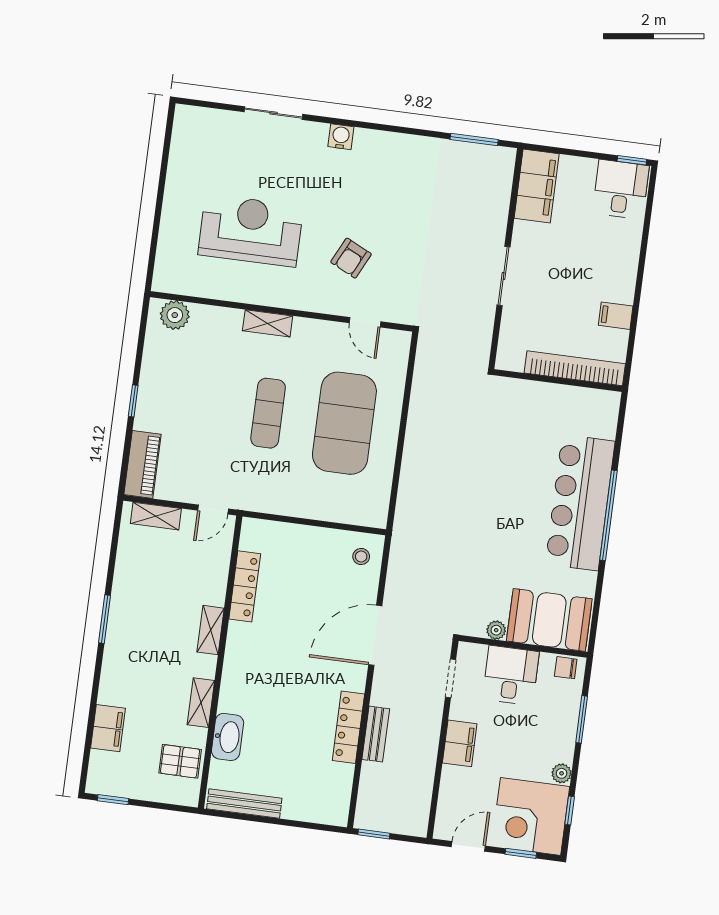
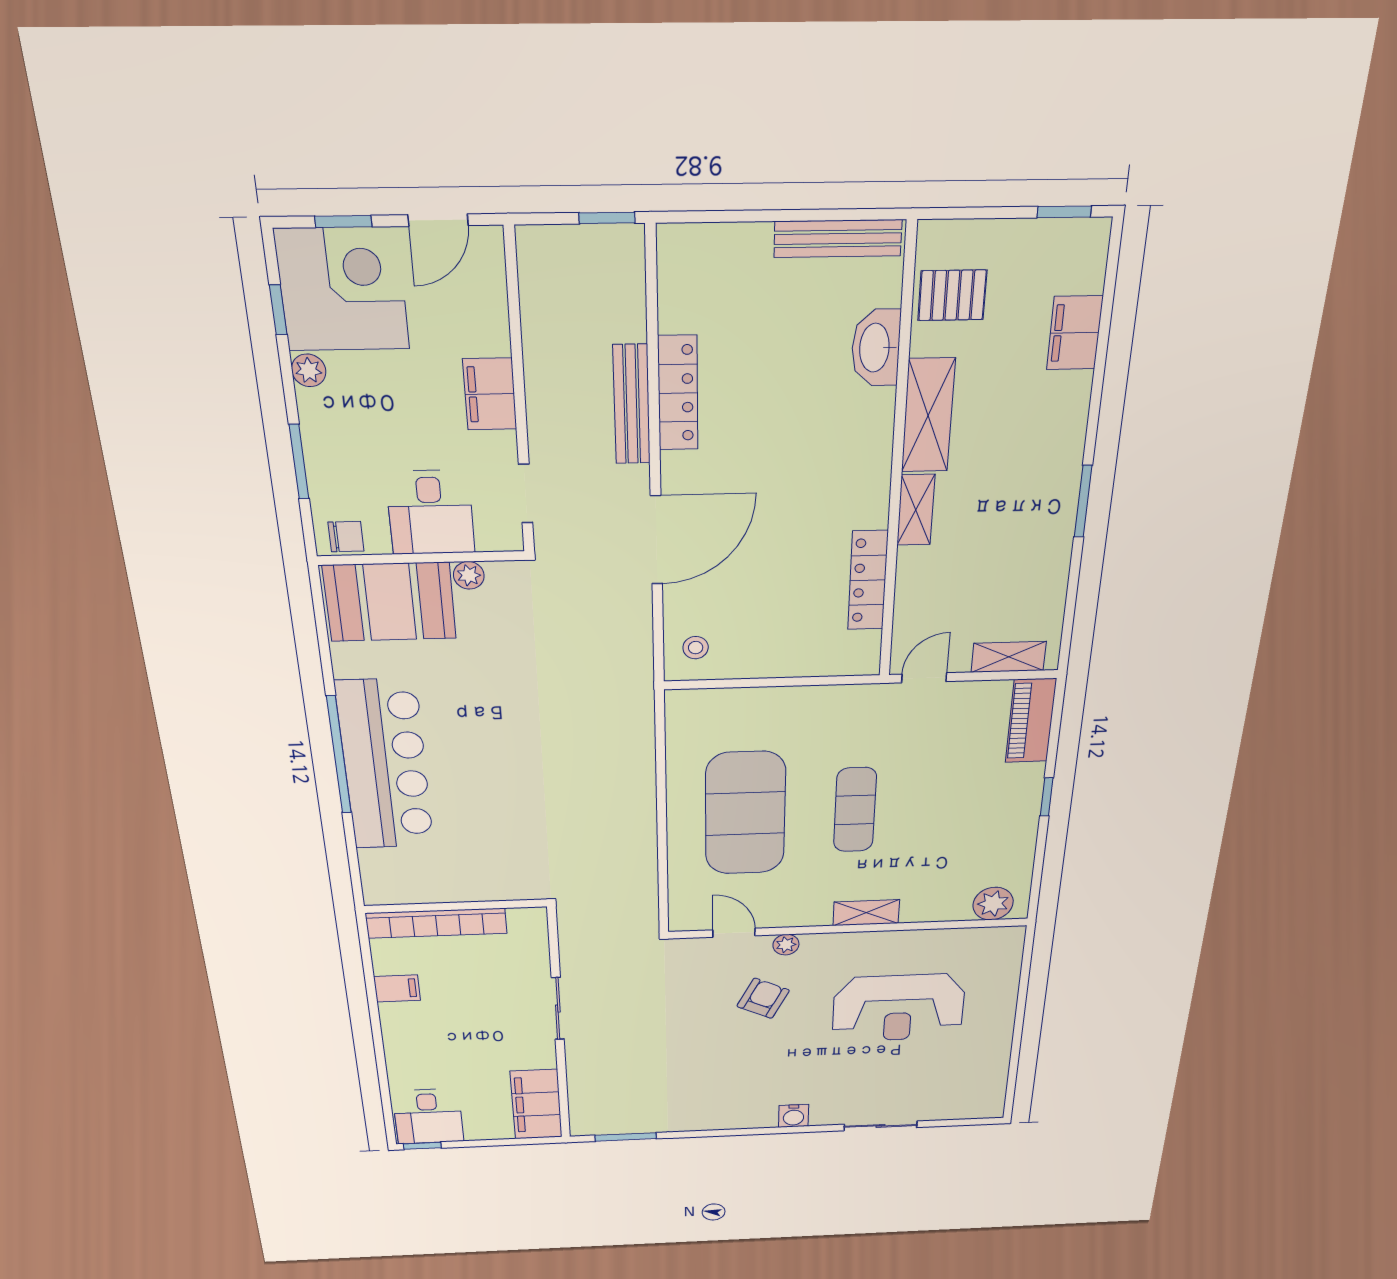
plant: (329, 305) -> (786, 945), added
shelving: (201, 703) -> (928, 415), width x1.50, depth x1.33
bench: (376, 734) -> (632, 405), width x1.36

